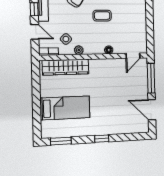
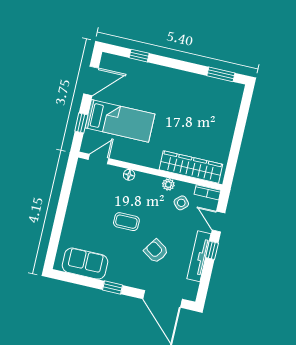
window: (151, 78) -> (81, 123), width x0.46
bed: (65, 108) -> (120, 121), moved, turned 180
door: (152, 110) -> (91, 81), hinge flipped
window: (102, 139) -> (139, 56), moved

